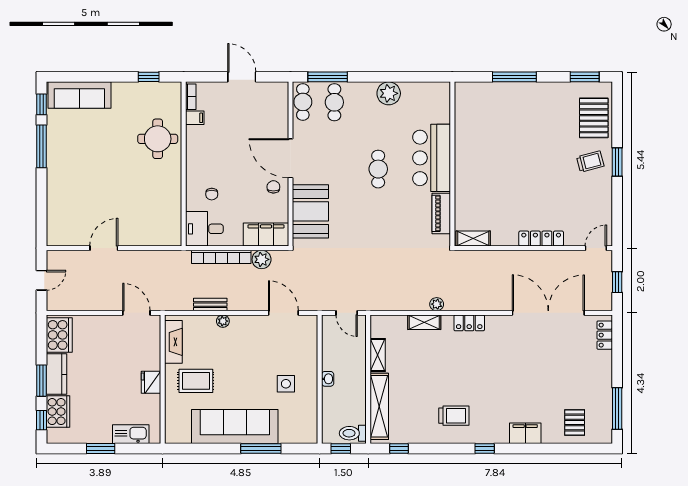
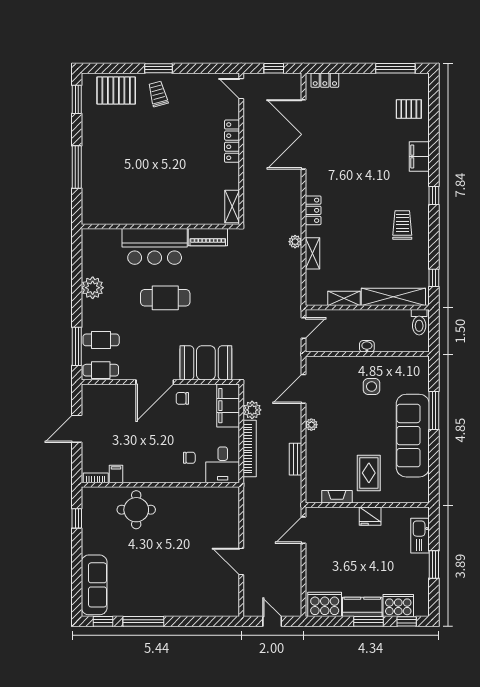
cafe table: (378, 169) -> (165, 298), width x1.37, depth x1.35
plant: (223, 321) -> (311, 425), moved
fireplace: (173, 342) -> (337, 497), width x0.73, depth x0.76
window: (341, 449) -> (434, 334), removed

